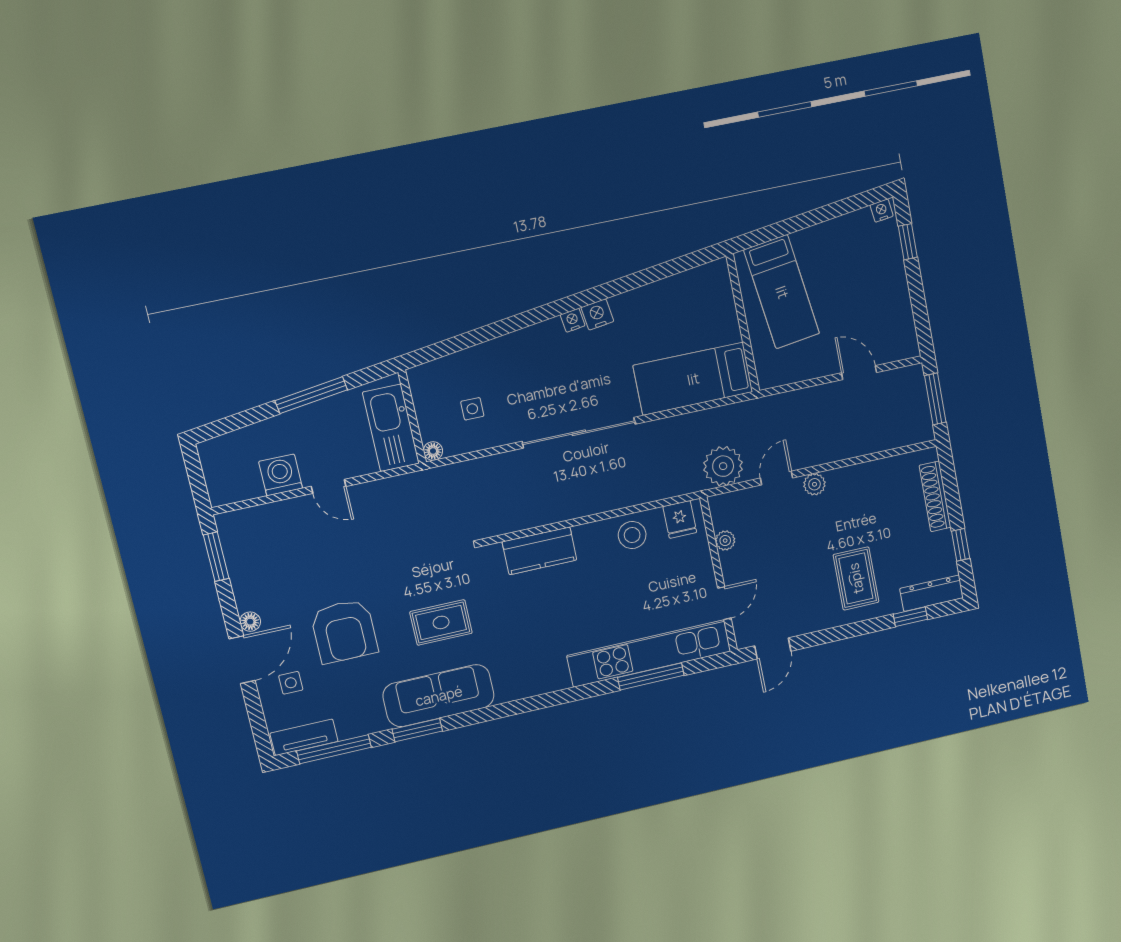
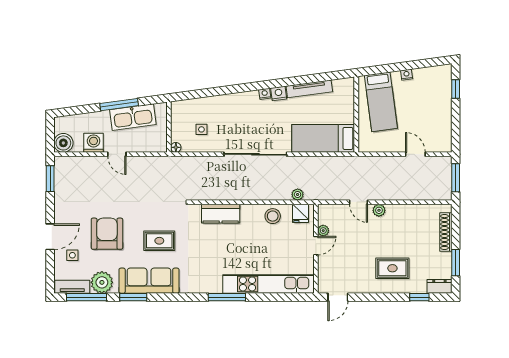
nightstand: (882, 211) -> (407, 75), moved
tv unit: (651, 295) -> (309, 89), added
kitchen sink: (391, 428) -> (133, 117), moved, turned -98
plant: (723, 466) -> (298, 194), moved, width x0.53, depth x0.53
door: (777, 478) -> (358, 202), swing flipped
boiler: (225, 487) -> (63, 143), added
window: (961, 545) -> (456, 263), width x1.50
rug: (856, 578) -> (392, 268), turned 90
dresser: (932, 593) -> (439, 286), width x0.70
door: (724, 603) -> (316, 246), moved
floor lamp: (250, 622) -> (59, 217), removed
armchair: (344, 631) -> (107, 234), turned 180
window: (651, 676) -> (227, 297), moved
plant: (355, 718) -> (102, 282), added

